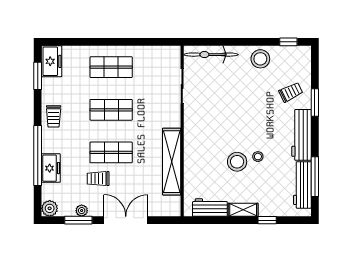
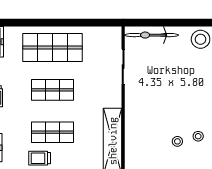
shop shelf: (111, 67) -> (52, 48), width x1.43, depth x1.36
stool: (237, 162) -> (177, 141), width x0.53, depth x0.53

